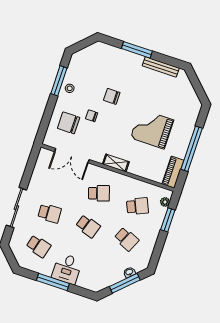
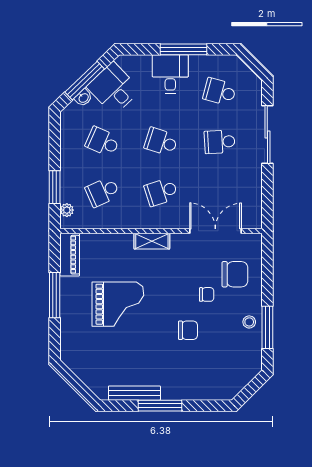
window: (137, 50) -> (160, 406), moved
window: (192, 149) -> (55, 295), width x0.68
desk: (107, 272) -> (114, 88), added

